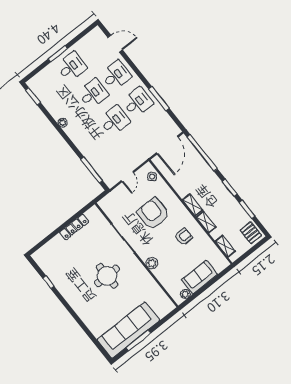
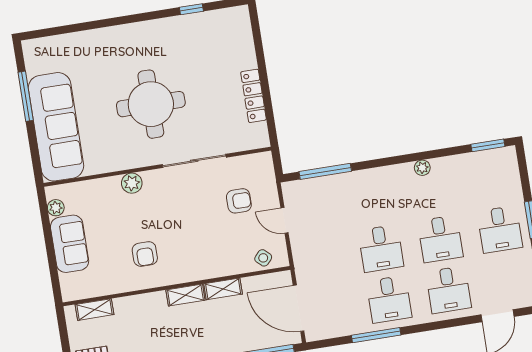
armchair: (153, 214) -> (239, 201), moved, width x0.53, depth x0.53
shelving: (206, 222) -> (223, 289), moved
round table: (107, 276) -> (151, 104), width x1.36, depth x1.36
sofa: (128, 330) -> (56, 127), moved

